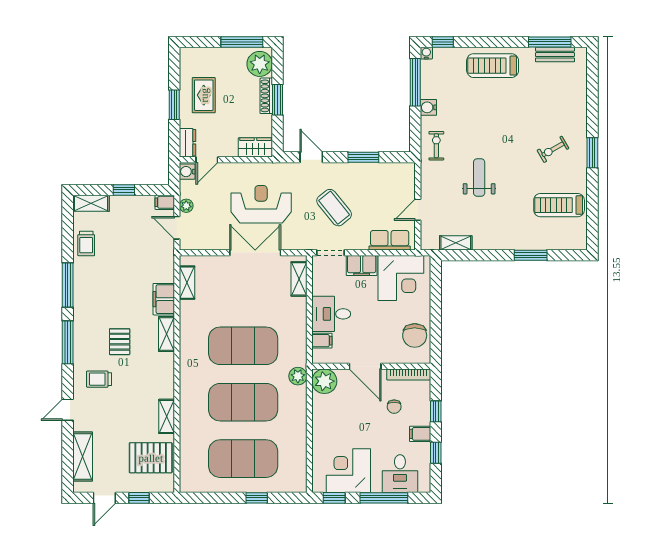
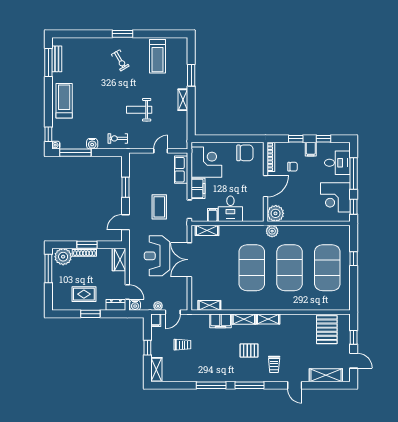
treadmill: (493, 66) -> (64, 101), turned 180
coffee table: (334, 208) -> (159, 207), turned -51
door: (418, 210) -> (161, 151), swing flipped
trolley: (86, 243) -> (182, 345), moved
shelving: (456, 243) -> (183, 100), moved
filing cabinet: (322, 341) -> (213, 215), moved
shelving: (167, 416) -> (268, 319), moved

